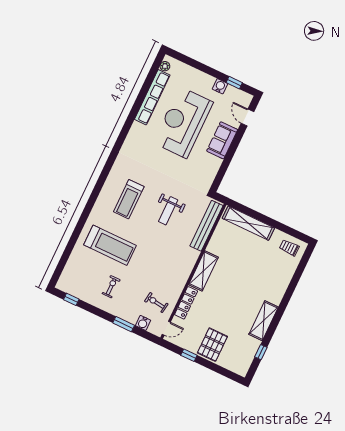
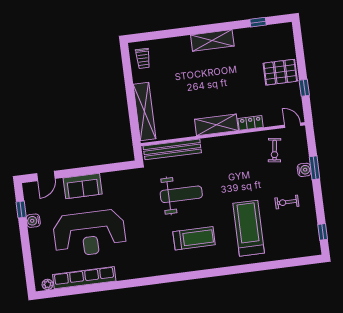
weight bench: (168, 211) -> (181, 194), width x1.36, depth x1.33
locker: (186, 303) -> (251, 123), width x0.66
shelving: (264, 321) -> (212, 40), moved
water cooler: (143, 323) -> (304, 170), moved

